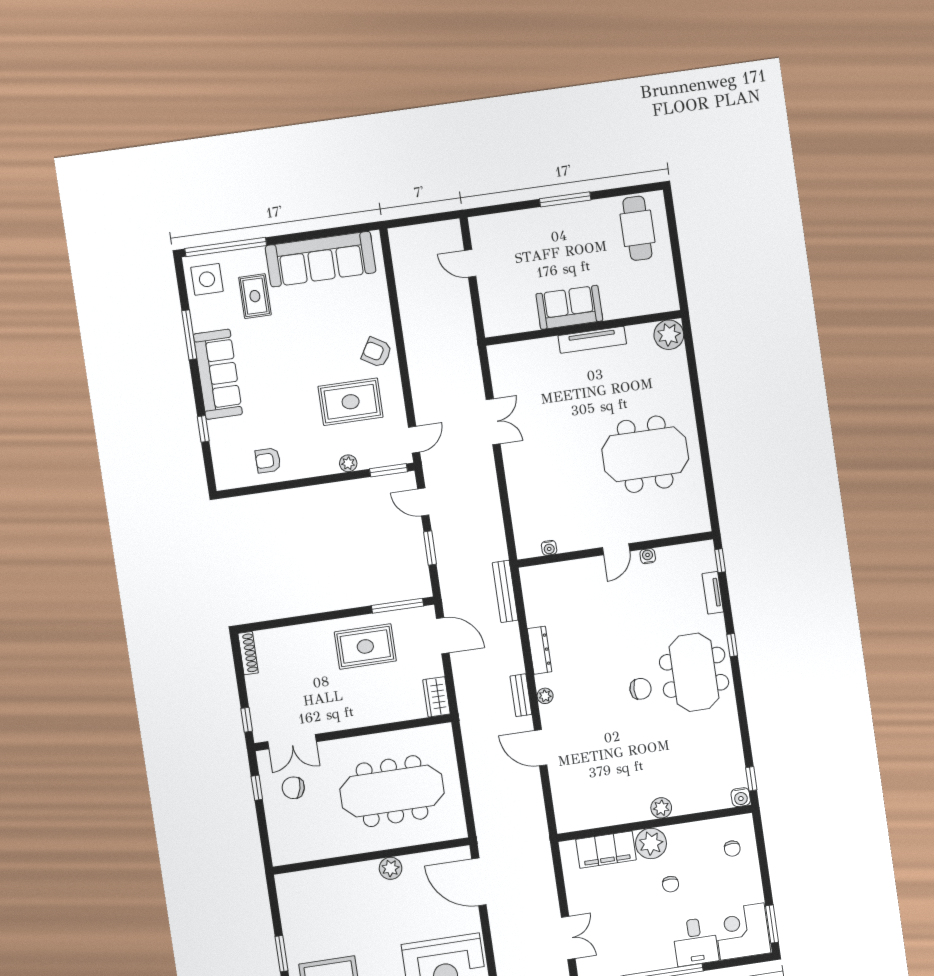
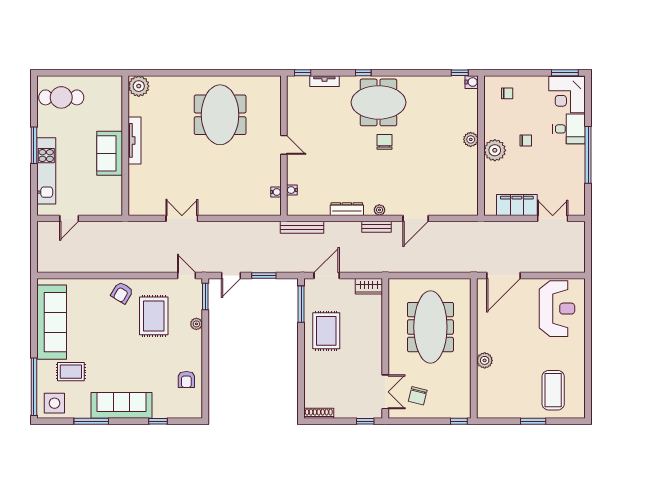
kitchen unit: (532, 222) -> (46, 171), added
water cooler: (648, 556) -> (292, 190), moved
window: (257, 788) -> (459, 421), moved
filing cabinet: (606, 850) -> (517, 205), moved, turned -90
plant: (391, 868) -> (485, 360), moved

